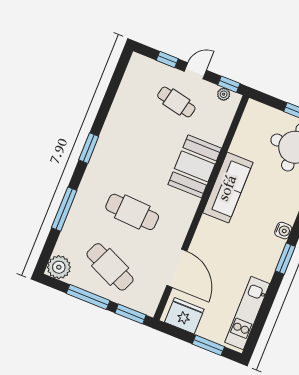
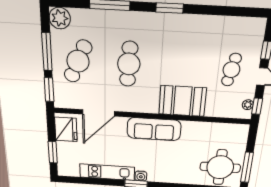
sofa: (228, 188) -> (154, 129), moved
water cooler: (283, 231) -> (141, 176), moved
kitchen unit: (247, 313) -> (107, 172), moved

